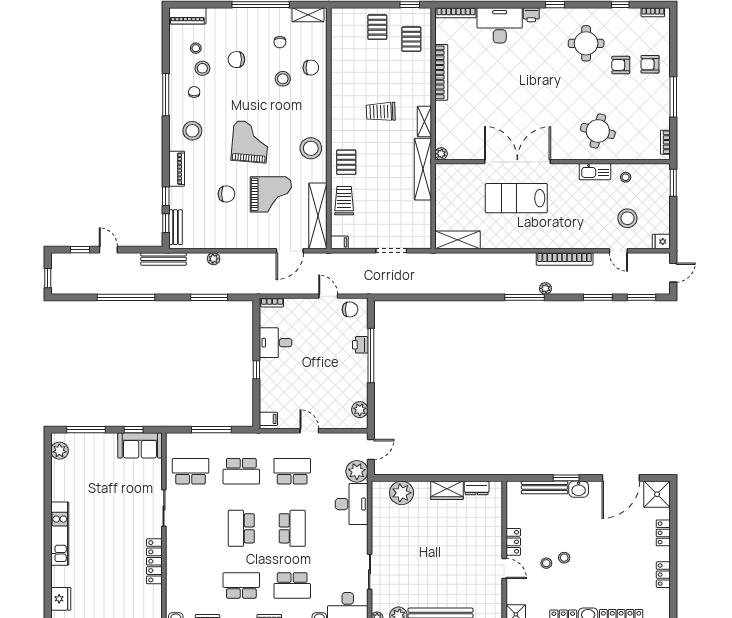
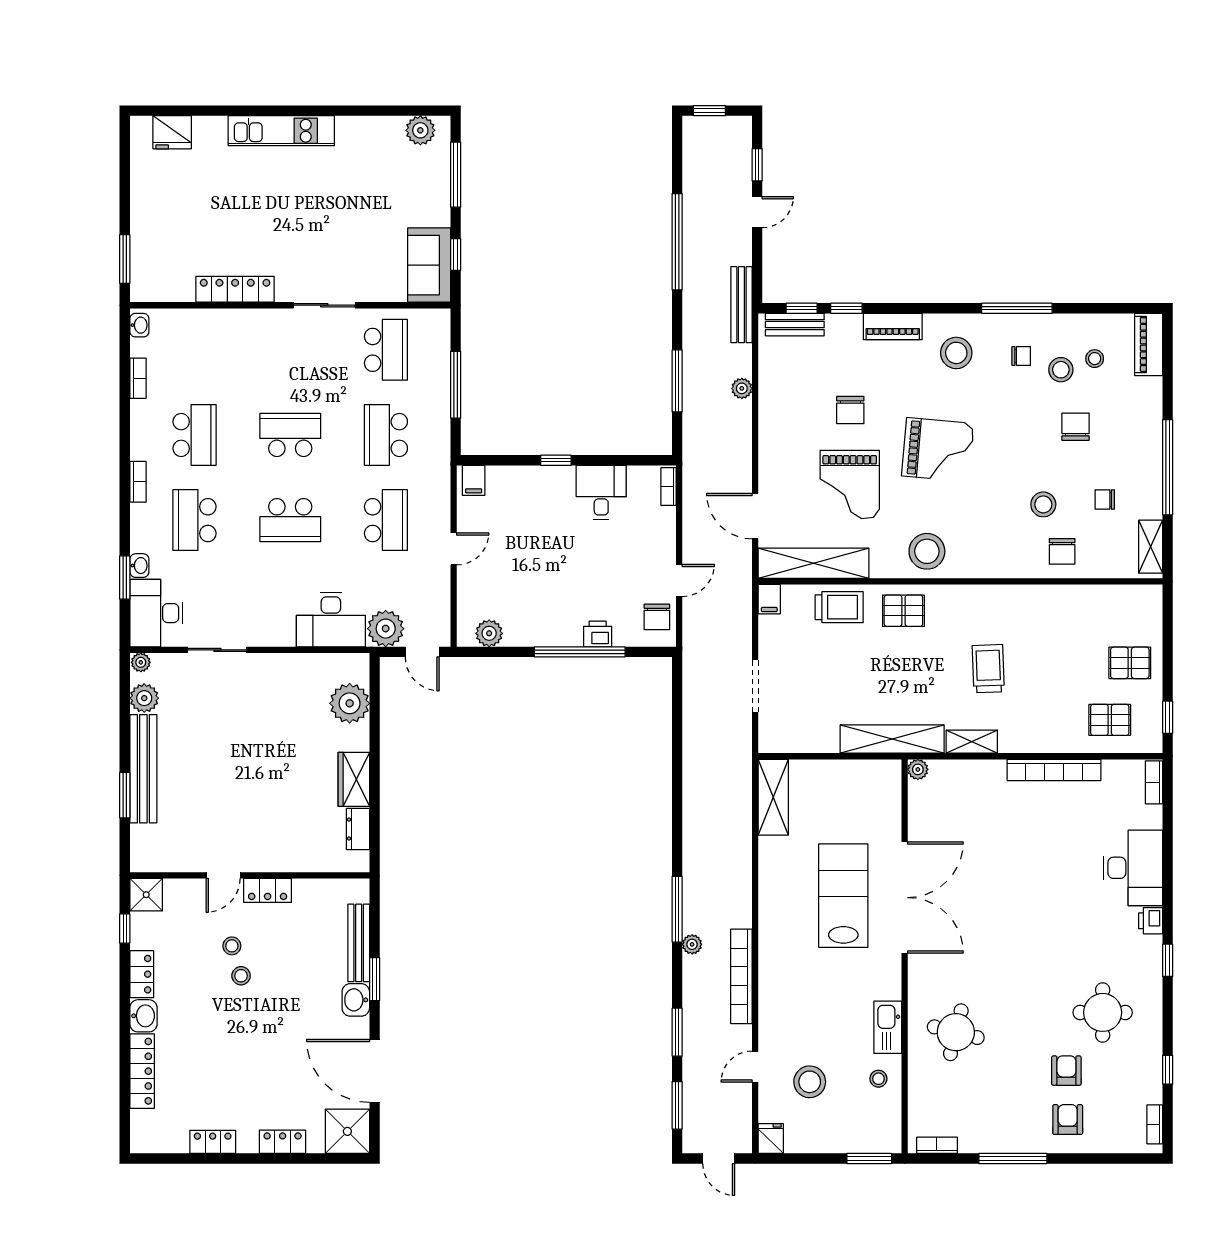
bookcase: (456, 13) -> (1154, 782), width x0.64

